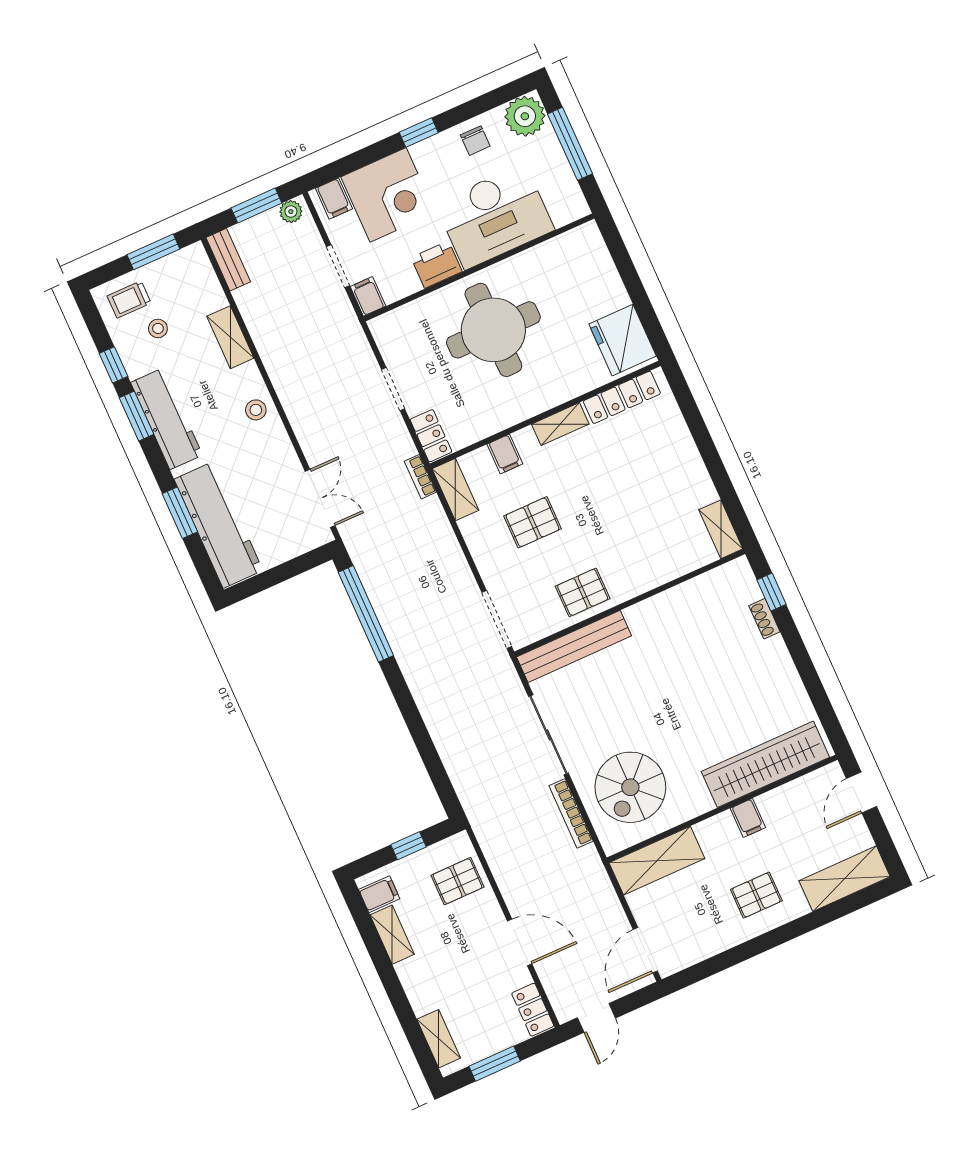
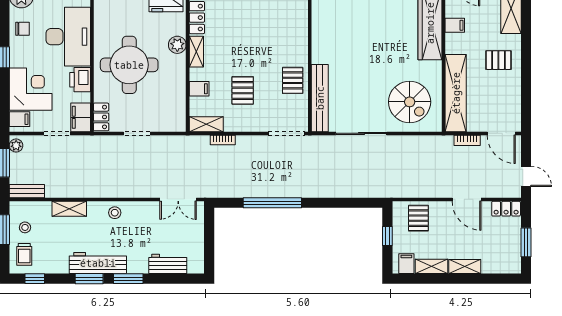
filing cabinet: (368, 296) -> (81, 117), width x2.00
stool: (158, 328) -> (25, 227), moved
window: (113, 365) -> (35, 279), moved
plant: (558, 390) -> (177, 45), added
locker: (431, 436) -> (101, 117), moved, turned 90
bookcase: (420, 477) -> (223, 140), moved
double door: (320, 498) -> (178, 199), swing flipped
window: (180, 513) -> (128, 279), moved
workbench: (218, 525) -> (168, 264), width x0.53, depth x0.76
window: (366, 614) -> (272, 203), moved
bookcase: (571, 813) -> (467, 140), moved, width x0.64
filing cabinet: (748, 818) -> (455, 25), moved
shelving: (657, 861) -> (456, 93), width x1.47
pallet: (756, 895) -> (498, 60), turned 90
door: (520, 942) -> (467, 199), swing flipped
shelving: (439, 1039) -> (465, 267), moved

